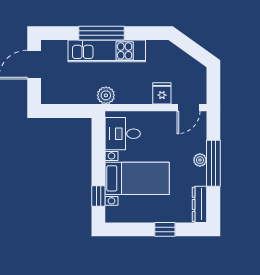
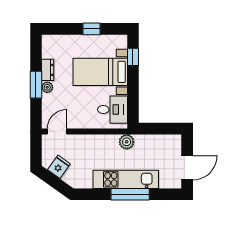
fridge: (162, 93) -> (59, 167), moved, turned -144
window: (213, 163) -> (36, 85), width x0.69
dresser: (199, 204) -> (48, 70), moved, width x0.70
window: (165, 229) -> (92, 29), moved

